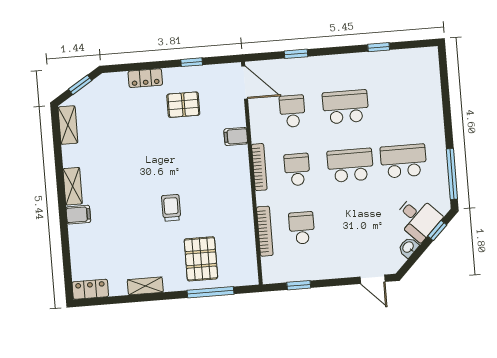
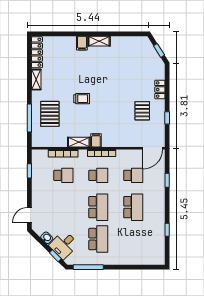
shelving: (68, 125) -> (79, 142), moved
filing cabinet: (236, 136) -> (96, 140), moved
pallet: (201, 259) -> (50, 114), turned 90
locker: (90, 289) -> (37, 52), width x1.53

